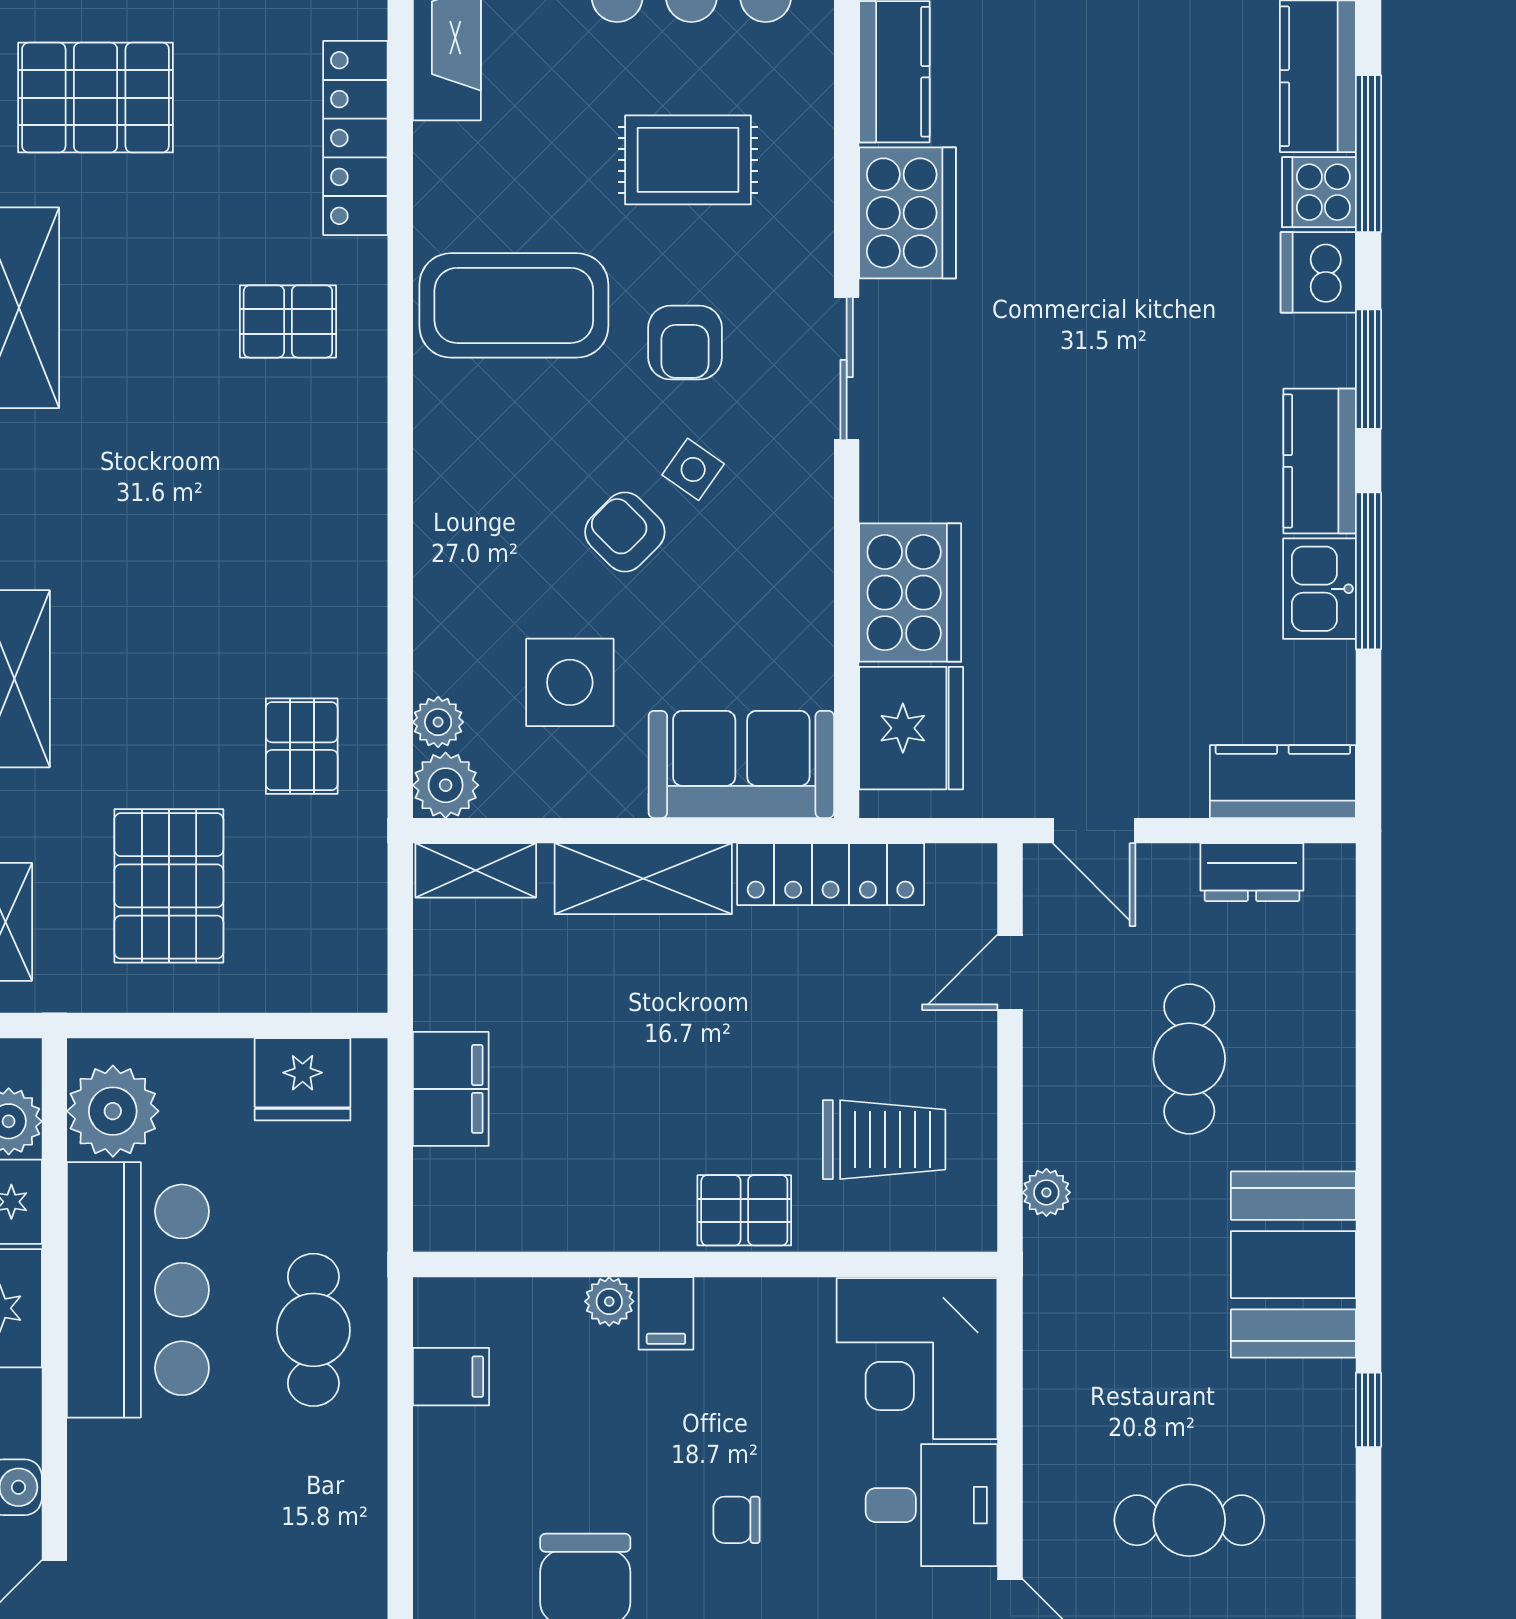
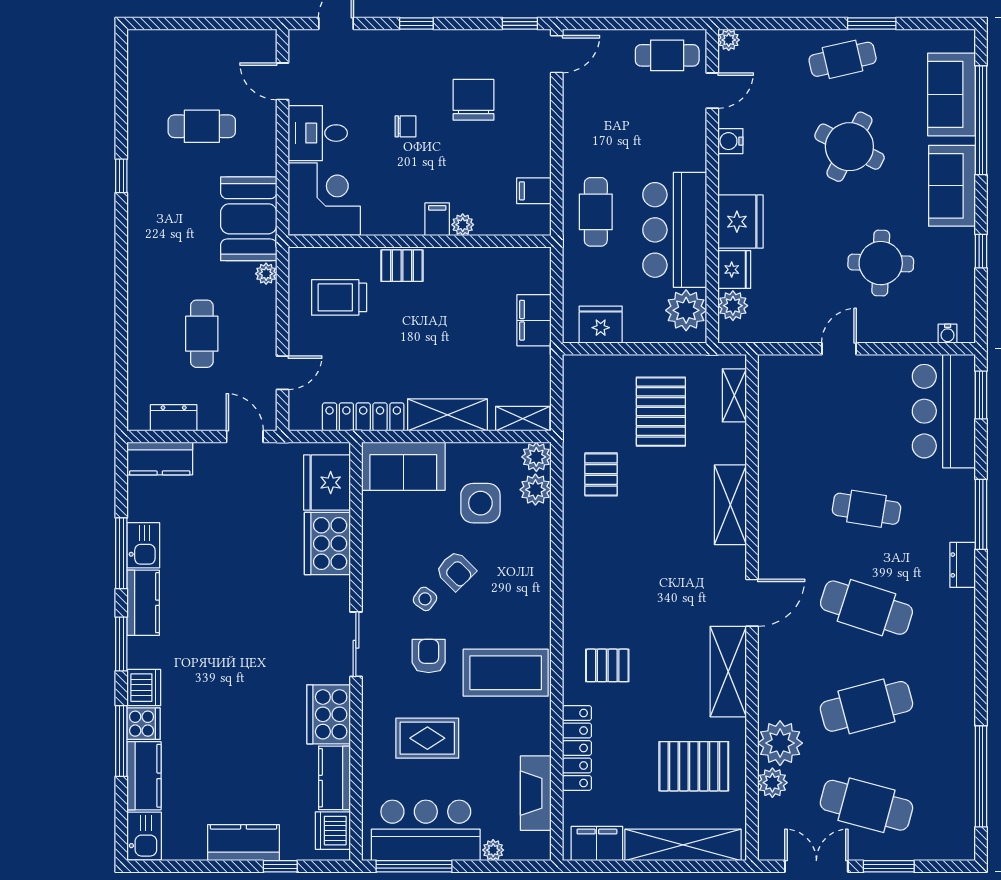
plant: (438, 722) -> (535, 490), width x1.38, depth x1.38
booth: (1293, 1265) -> (249, 219), moved

